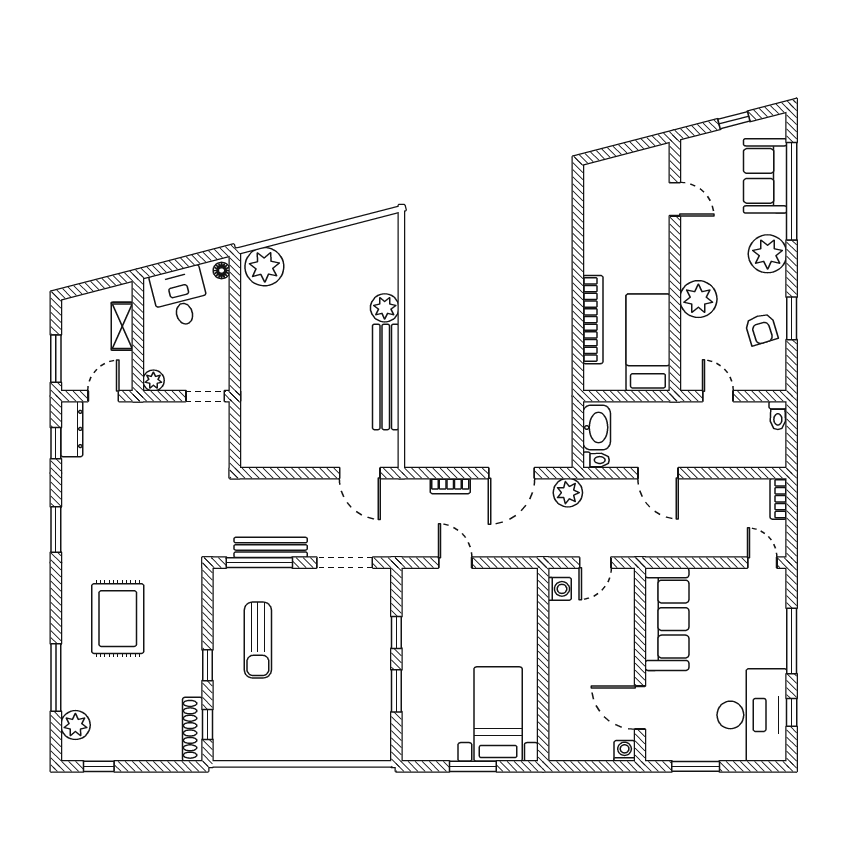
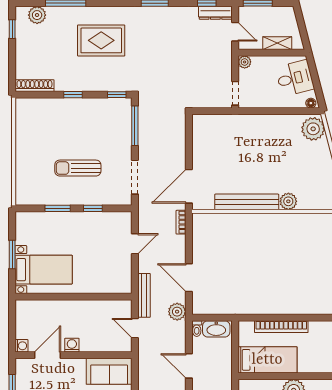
door: (360, 473) -> (189, 186), width x1.36
door: (658, 473) -> (189, 366), hinge flipped
bookcase: (450, 486) -> (181, 222), moved
bench: (271, 547) -> (144, 295), moved
washing machine: (560, 589) -> (72, 345), moved, turned 180
sofa: (667, 619) -> (109, 371), width x0.73
sun lounger: (258, 640) -> (78, 168), moved
window: (208, 724) -> (117, 95), moved

